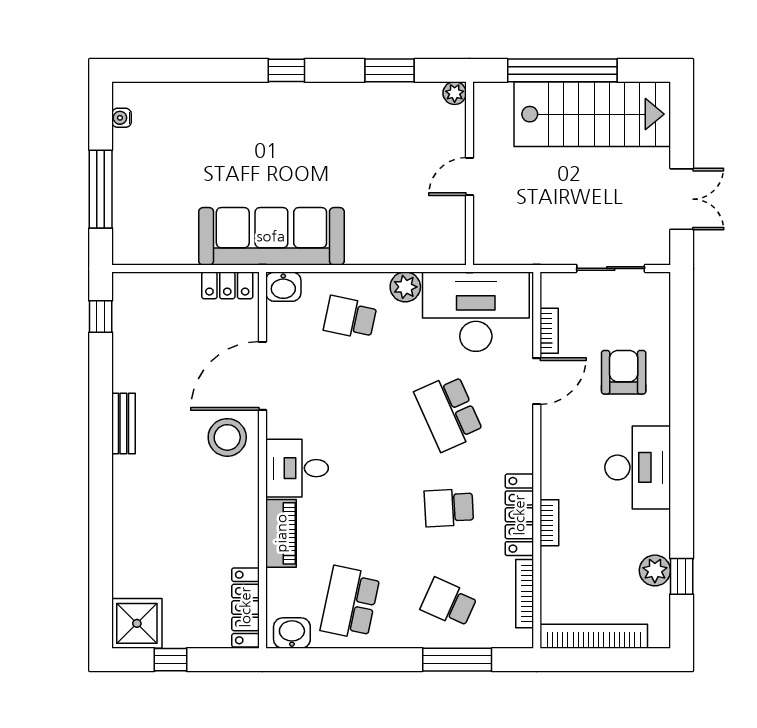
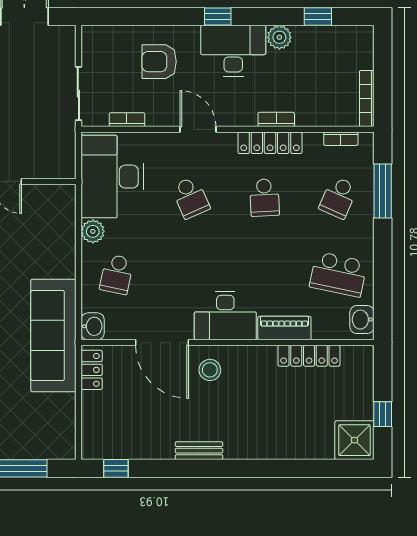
sliding door: (611, 268) -> (78, 94), moved
door: (537, 381) -> (198, 129), moved
school desk: (449, 413) -> (191, 198), width x0.54
stool: (227, 437) -> (210, 370), width x0.73, depth x0.73
window: (682, 448) -> (218, 17), added
desk: (297, 468) -> (225, 316), width x1.37
plant: (655, 570) -> (279, 37), moved
bookcase: (525, 594) -> (341, 139), width x0.64
locker: (245, 607) -> (309, 356), moved
bookcase: (594, 636) -> (367, 98), width x0.68, depth x0.76

